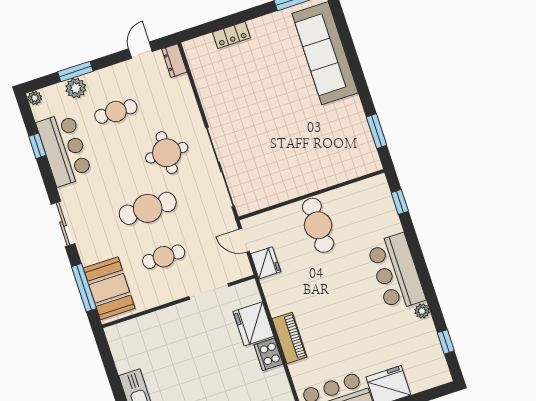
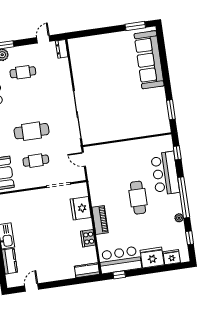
locker: (231, 35) -> (97, 40), removed
round table: (167, 153) -> (48, 101), removed
cafe table: (318, 225) -> (138, 198), moved
fridge: (266, 263) -> (172, 257), moved, turned -90
bar counter: (396, 272) -> (165, 173), moved
window: (424, 275) -> (184, 197), added
cooker: (269, 354) -> (88, 238), moved

